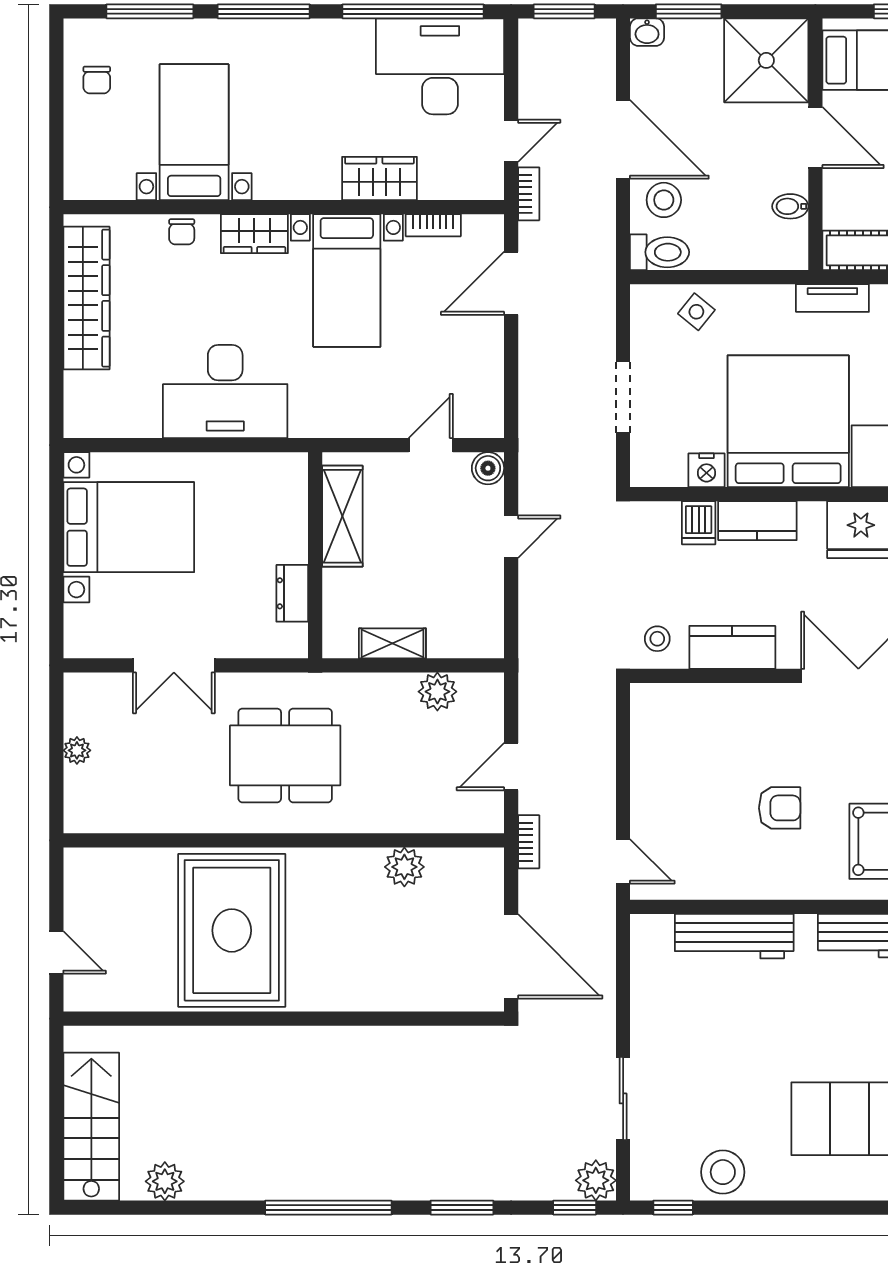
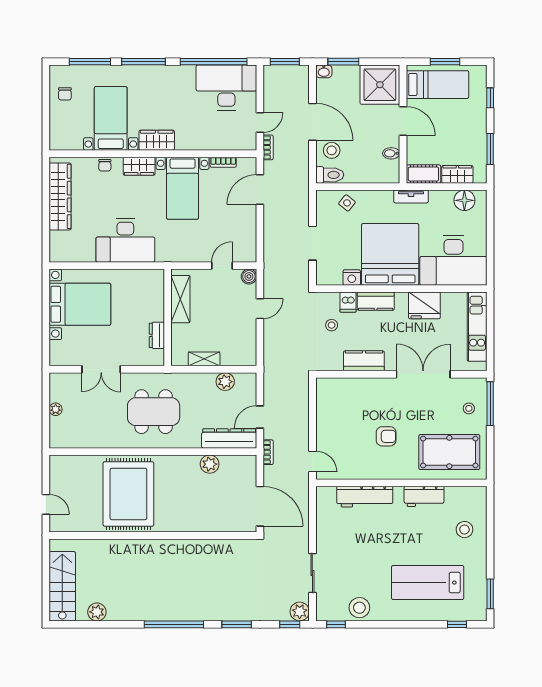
wardrobe: (379, 179) -> (157, 140), moved
stool: (657, 639) -> (332, 325), moved
dresser: (446, 813) -> (229, 438), added

